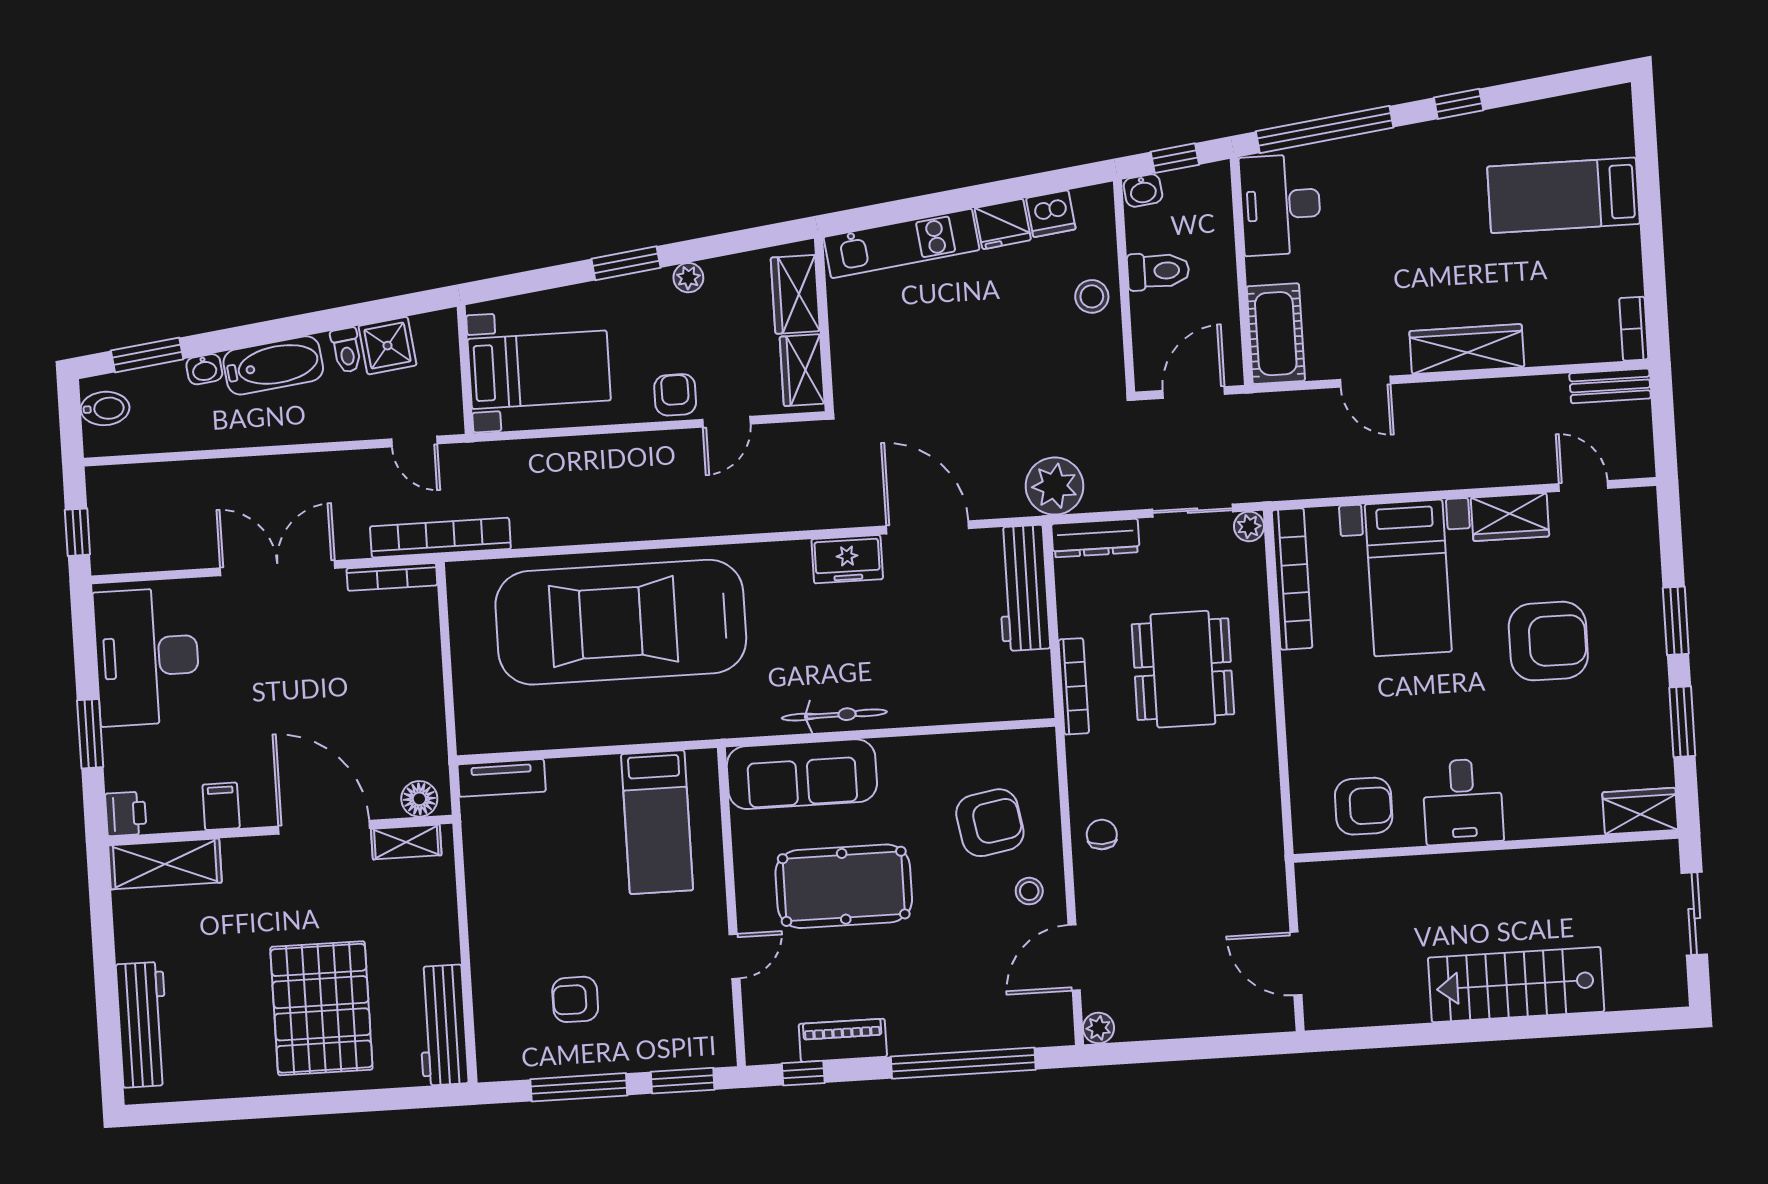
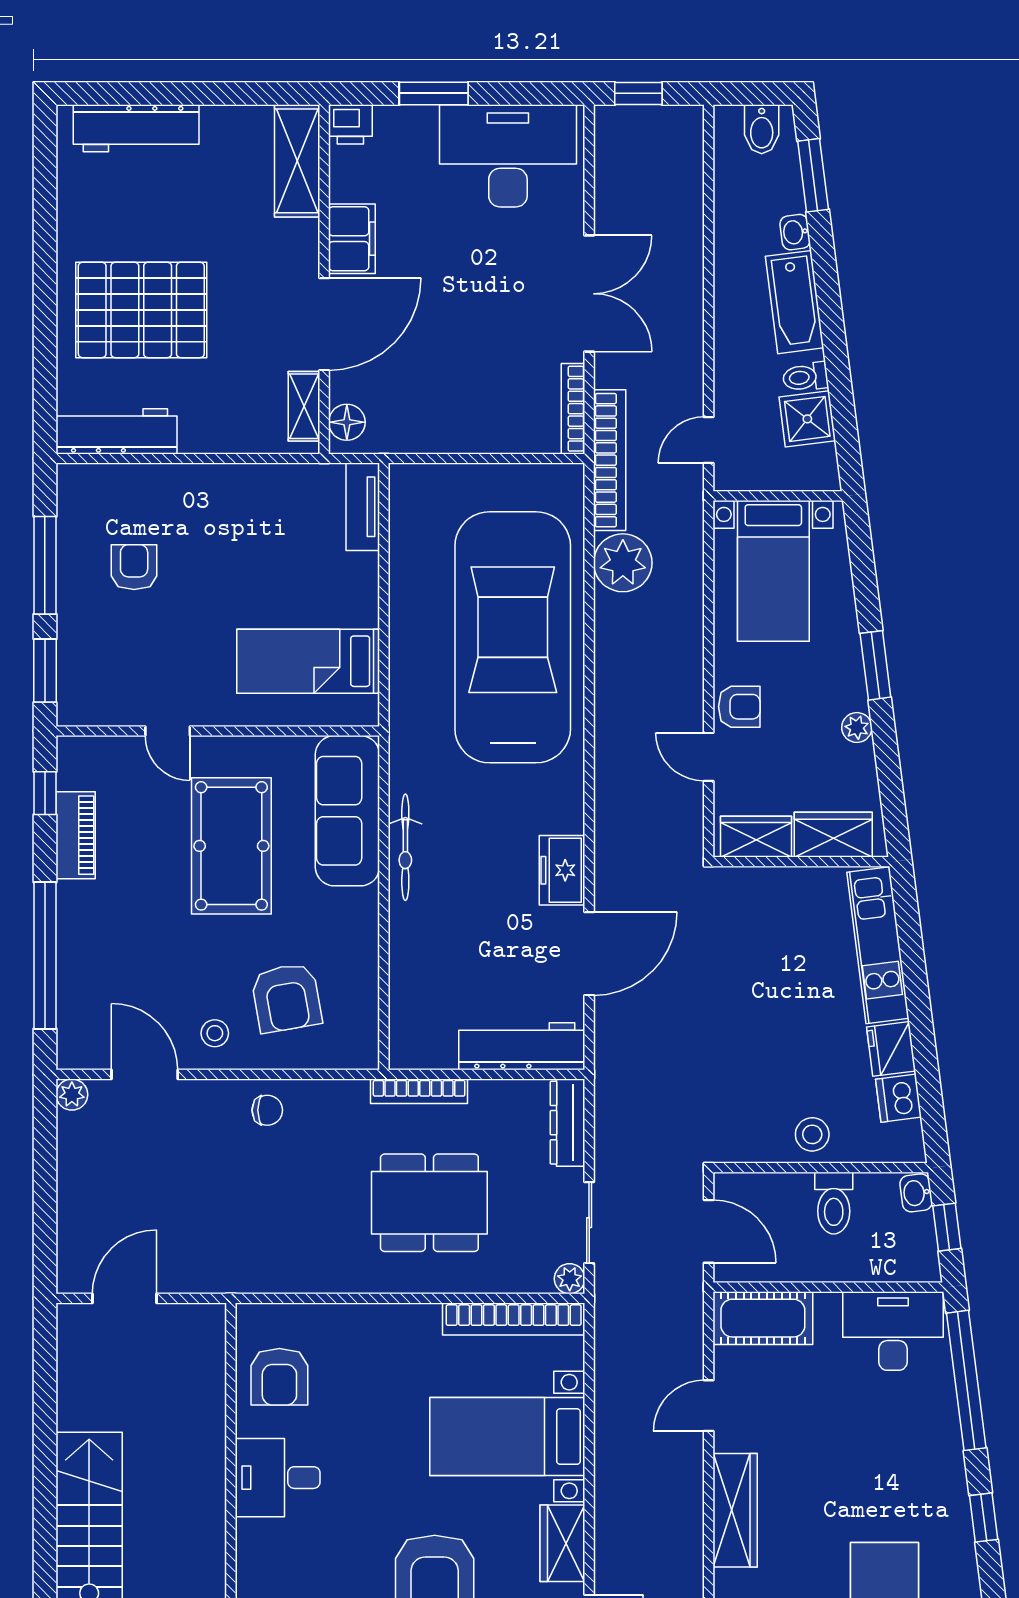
plant: (1055, 486) -> (623, 563), moved
filing cabinet: (221, 806) -> (352, 239), width x2.00

